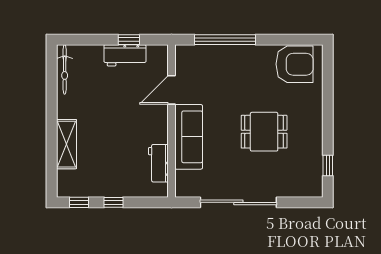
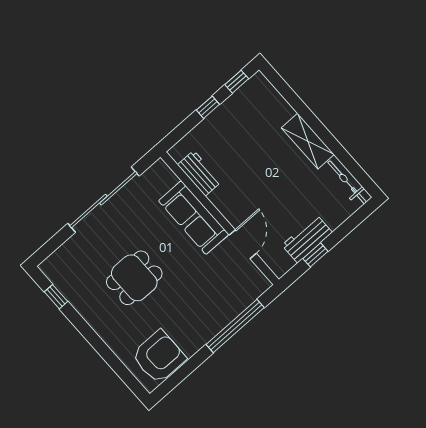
armchair: (295, 64) -> (159, 357), turned 180
shelving: (67, 144) -> (308, 141), moved

